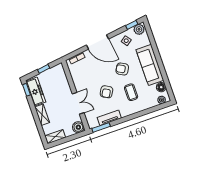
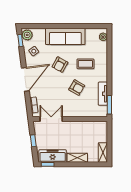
floor lamp: (161, 87) -> (91, 33), removed
double door: (78, 103) -> (51, 119), moved
boiler: (78, 127) -> (102, 127), removed

